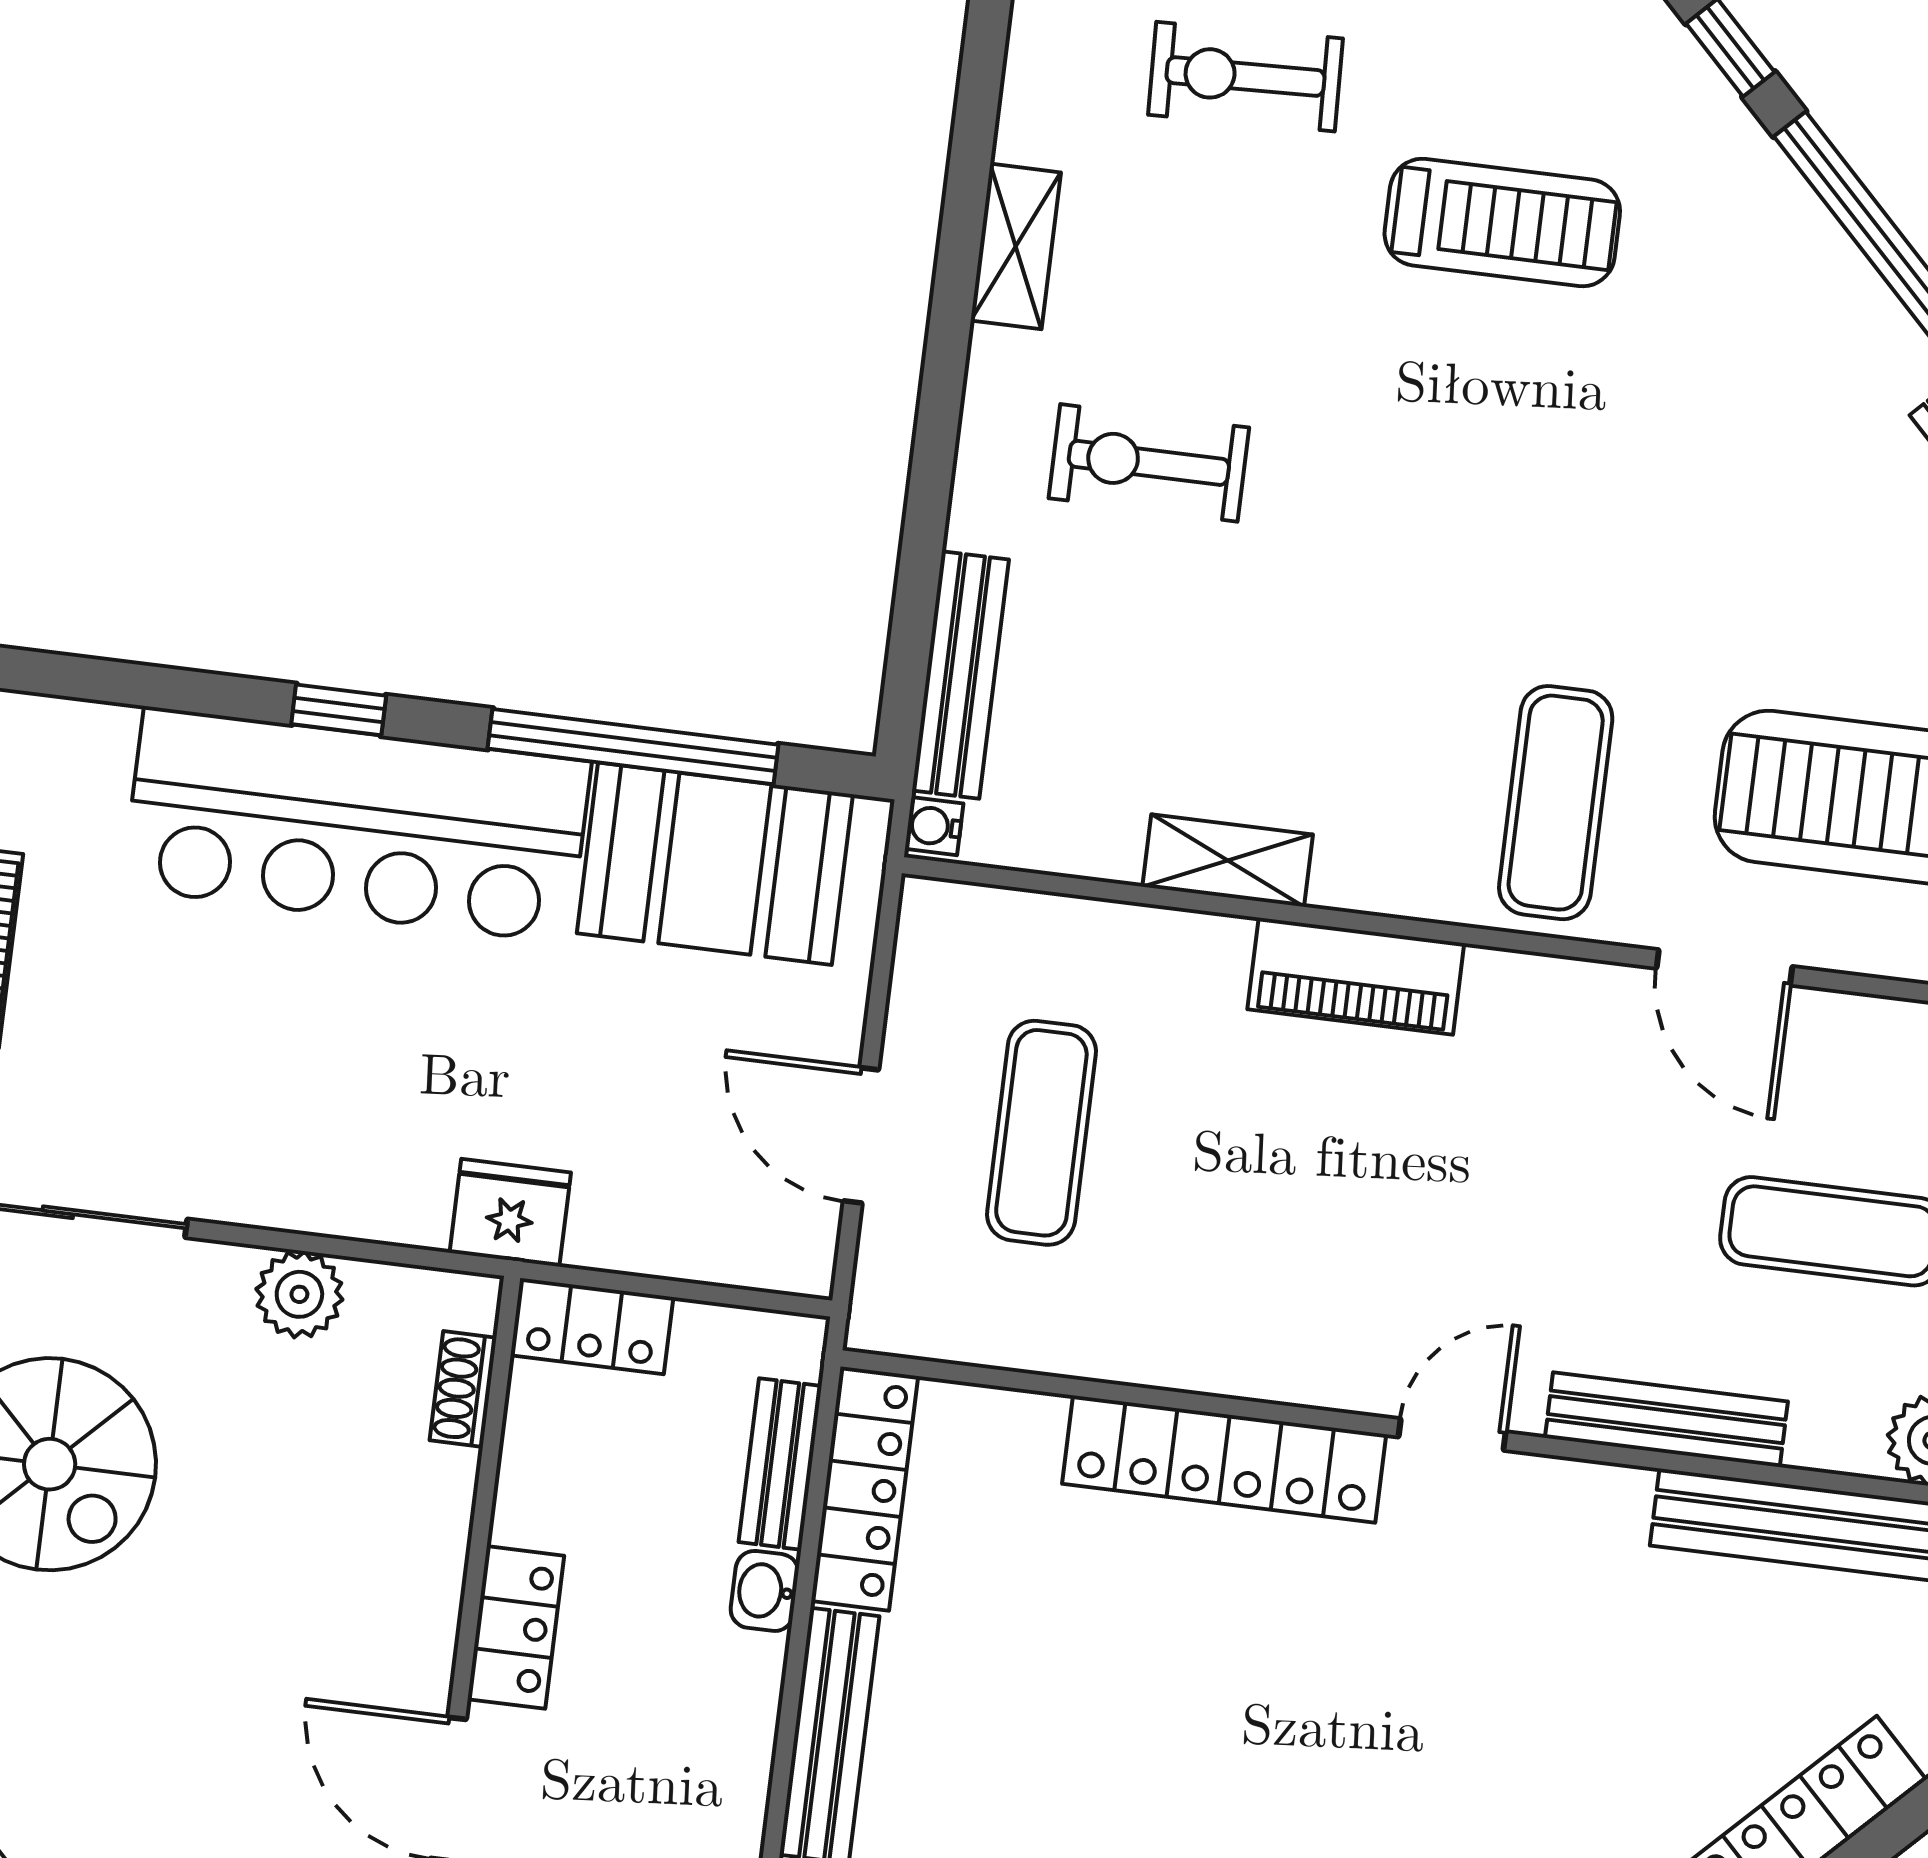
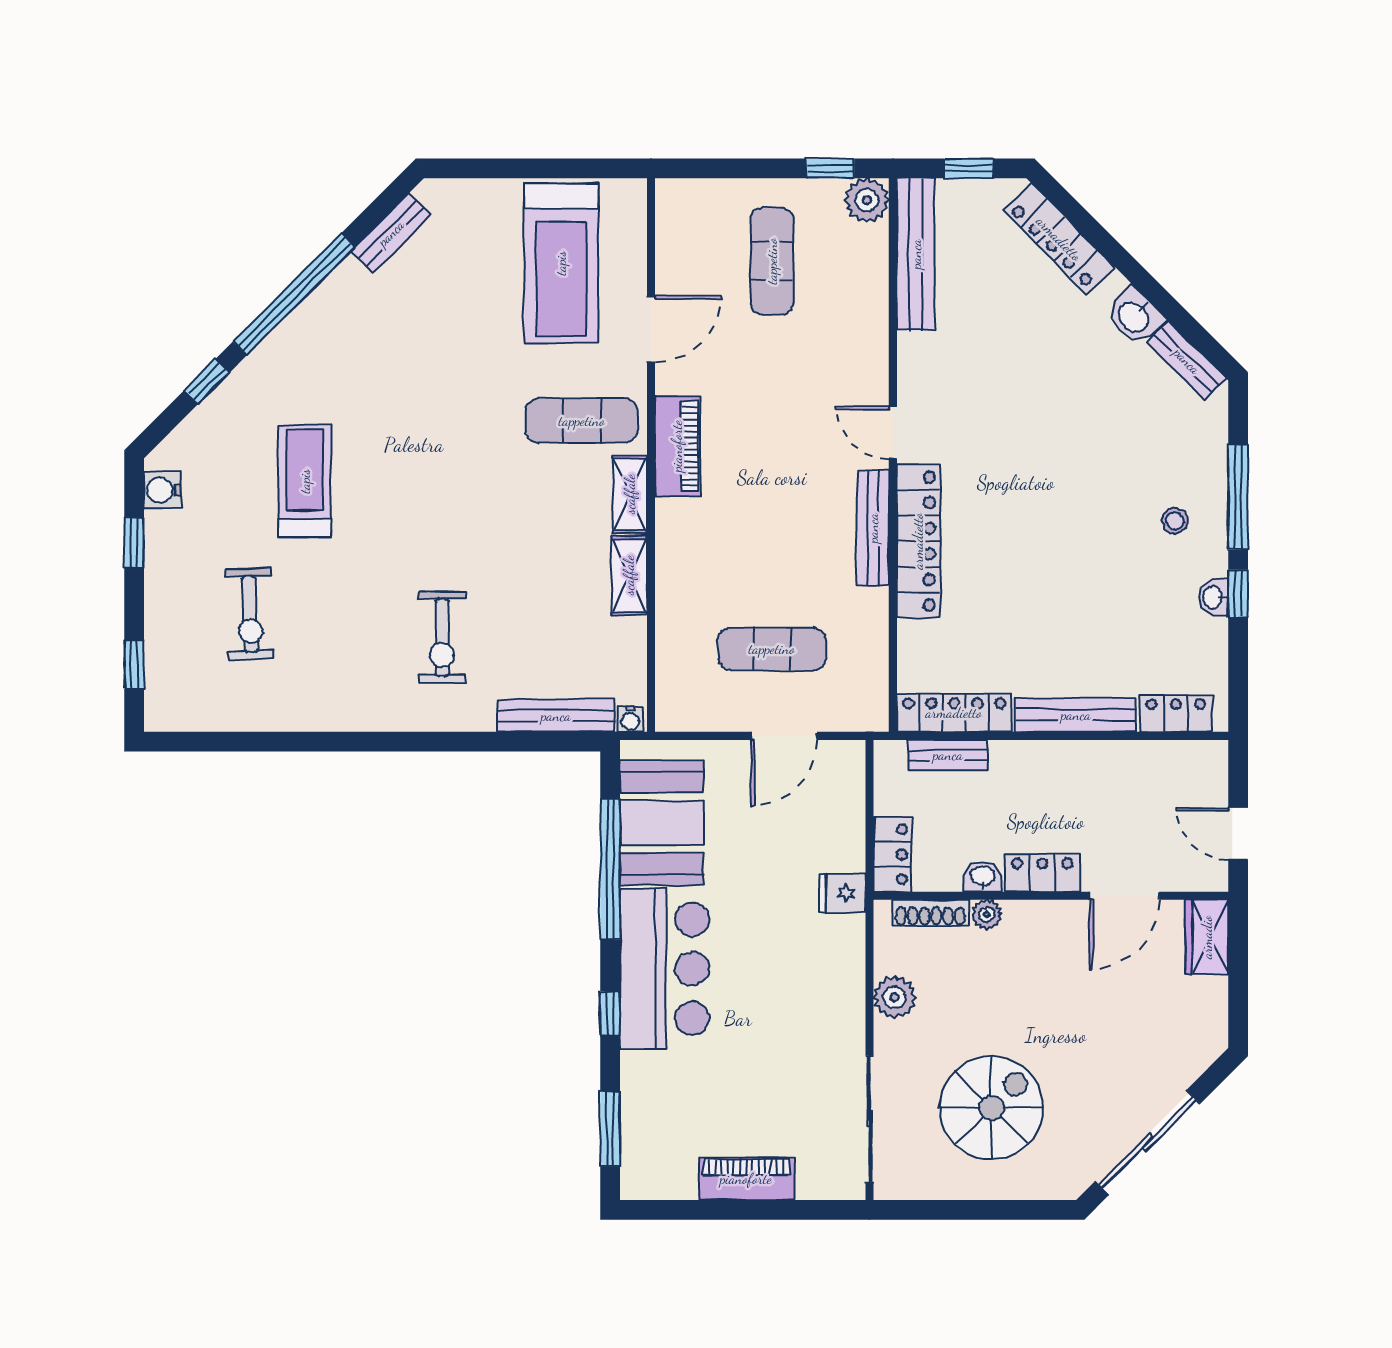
shelving: (1016, 246) -> (630, 494), moved, turned 90
window: (104, 681) -> (610, 1129), added
bar counter: (357, 825) -> (665, 969), width x0.73
piano: (1356, 976) -> (677, 446), moved
fridge: (510, 1213) -> (842, 893), width x0.72
shoe rack: (463, 1389) -> (930, 913), width x1.43
bench: (1666, 1420) -> (873, 528), moved
plant: (445, 1503) -> (987, 914), added
washbasin: (765, 1591) -> (983, 877), moved, turned 180

